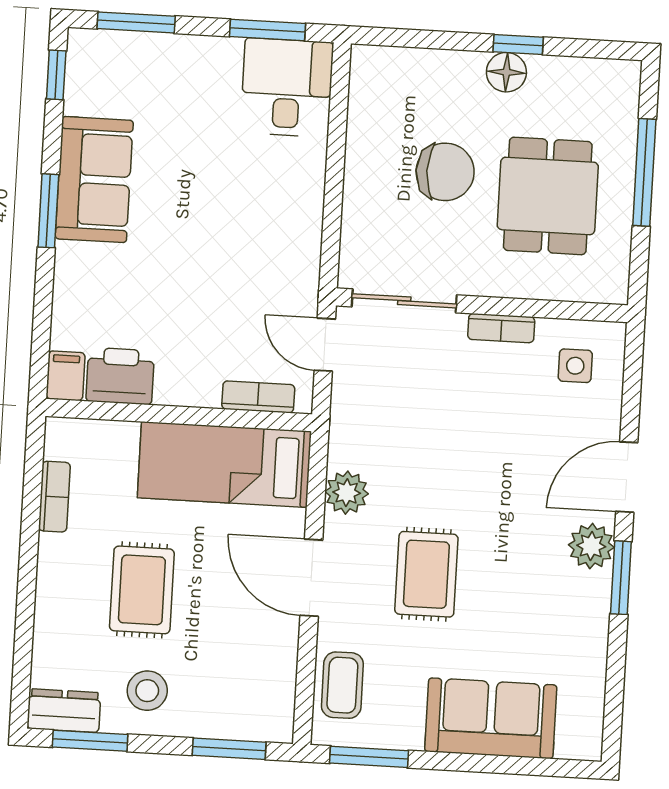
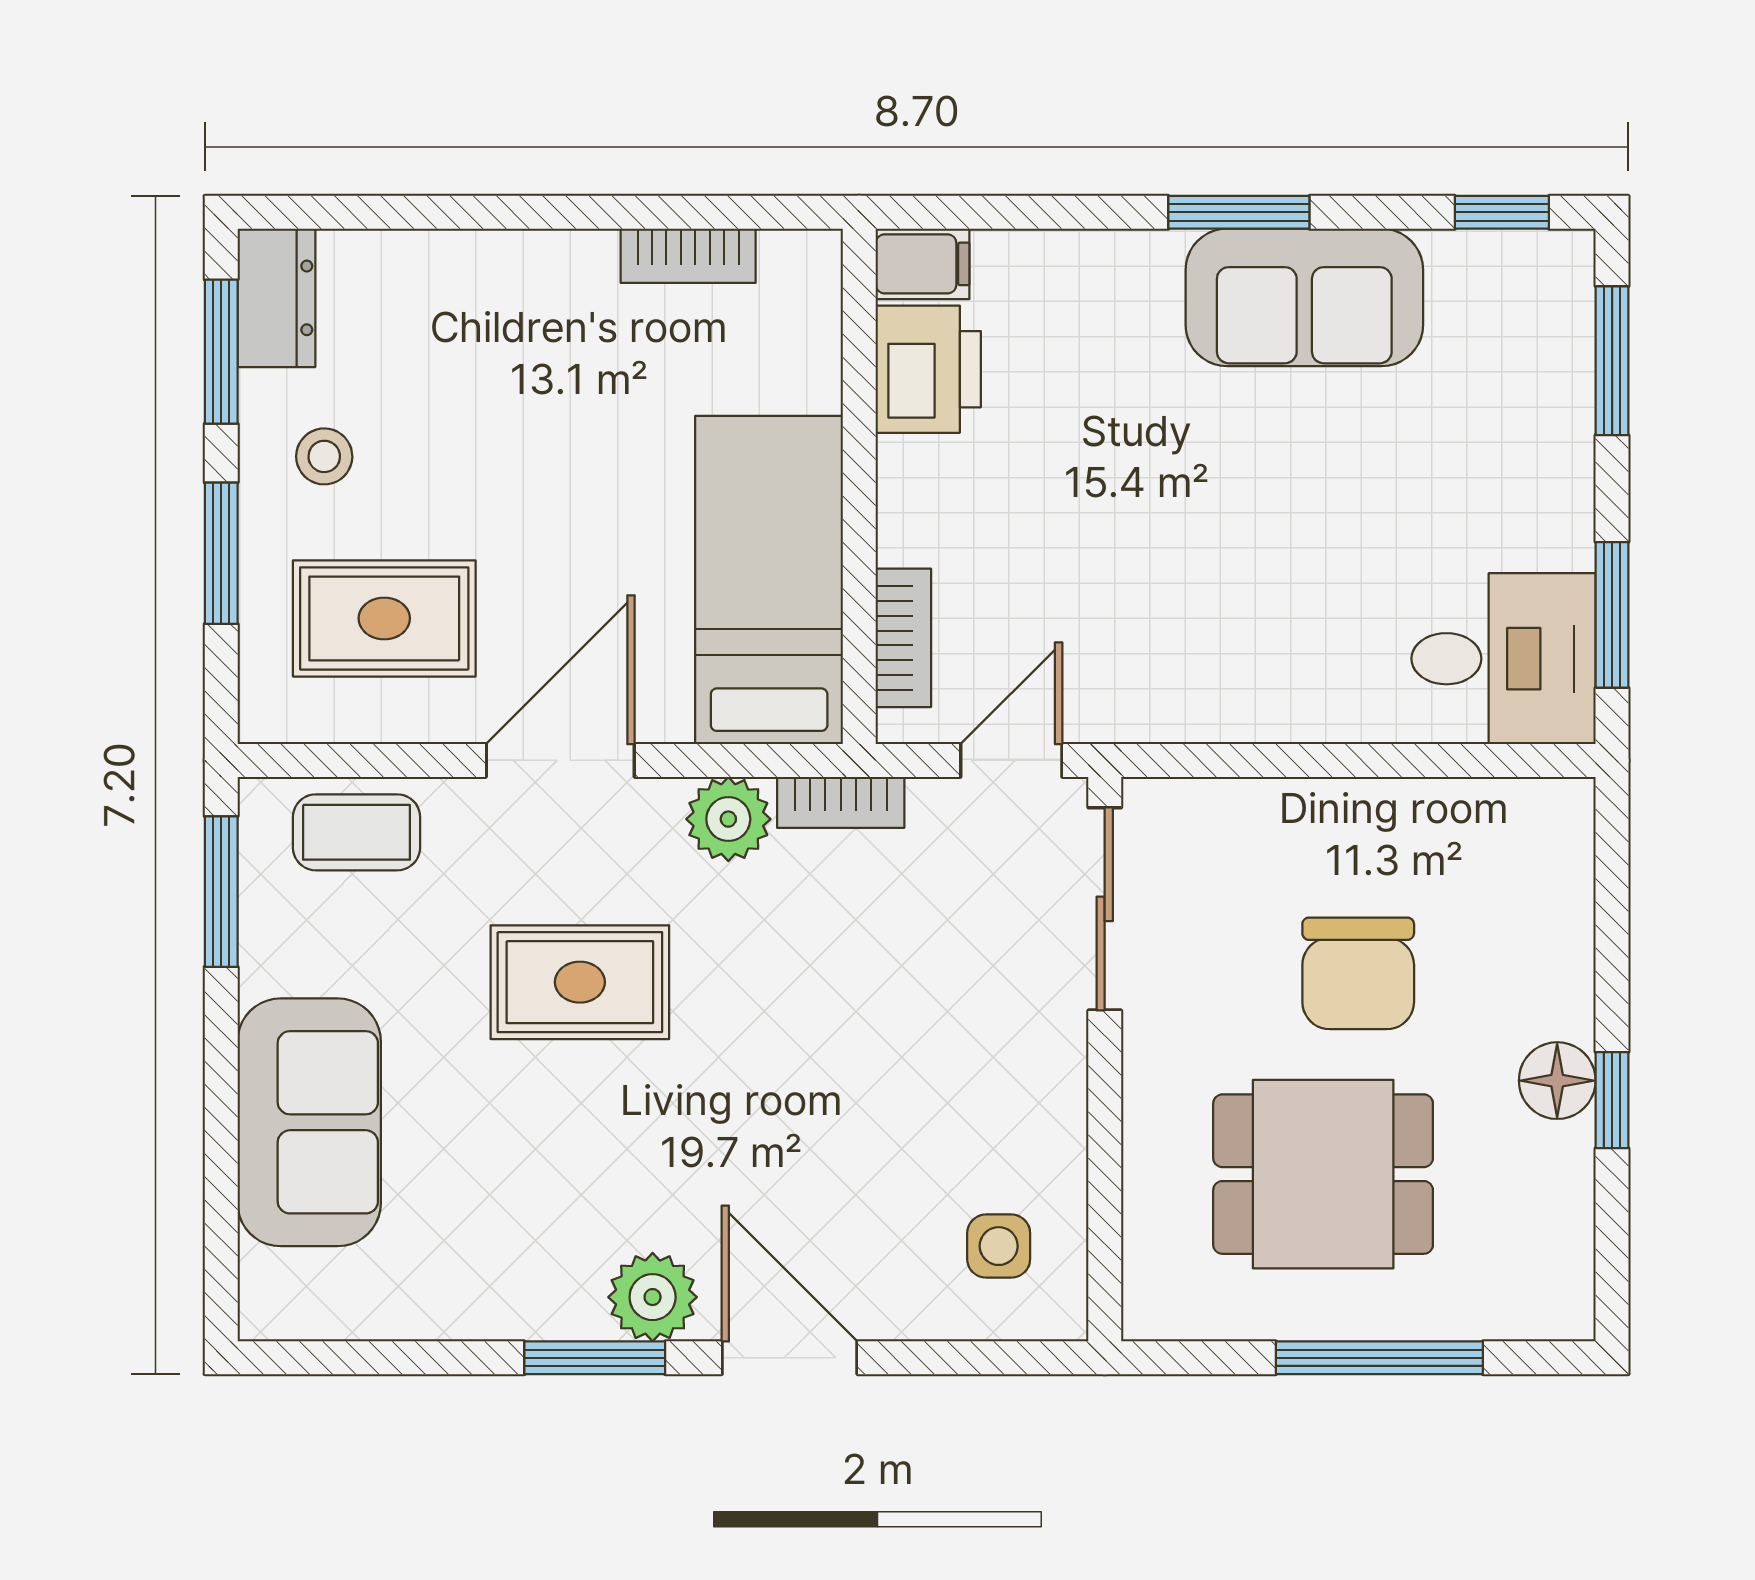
bookcase: (501, 328) -> (841, 802), moved, turned -90
rug: (142, 590) -> (384, 618), moved
stool: (147, 691) -> (324, 456), width x0.73, depth x0.73
window: (229, 749) -> (221, 553), moved

